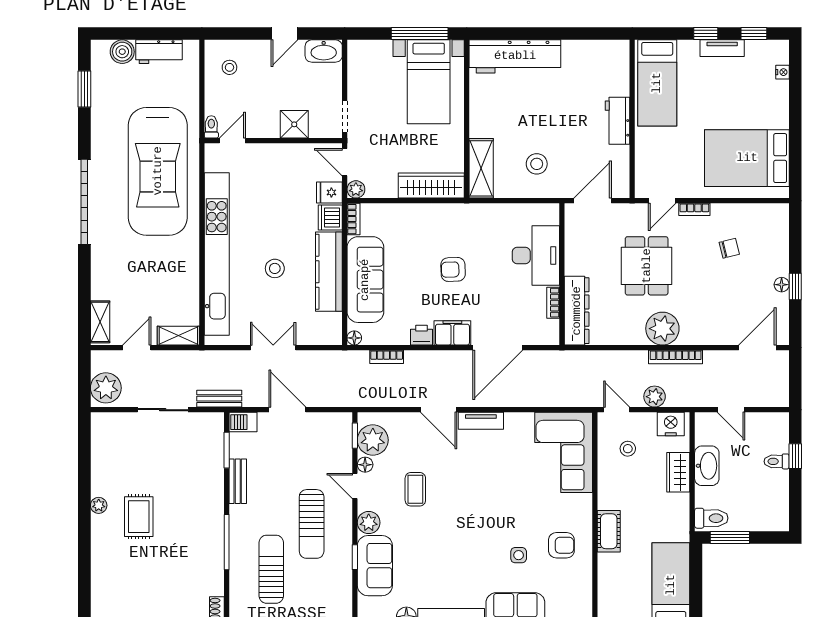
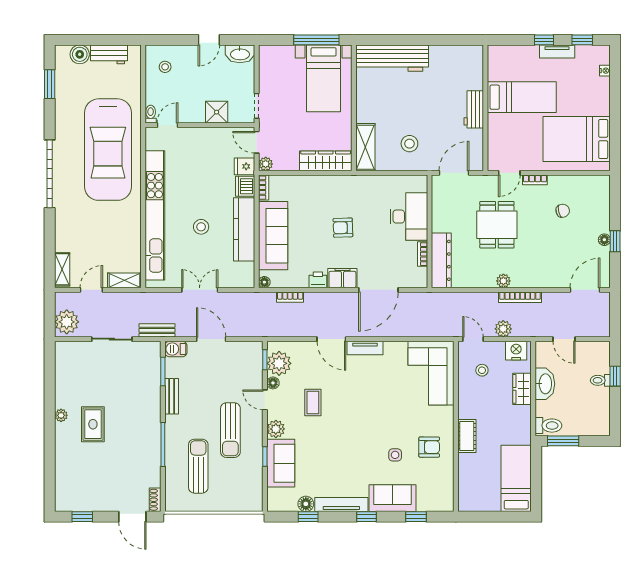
bed: (657, 83) -> (522, 97), moved, turned -90
plant: (662, 329) -> (503, 281), width x0.53, depth x0.53

